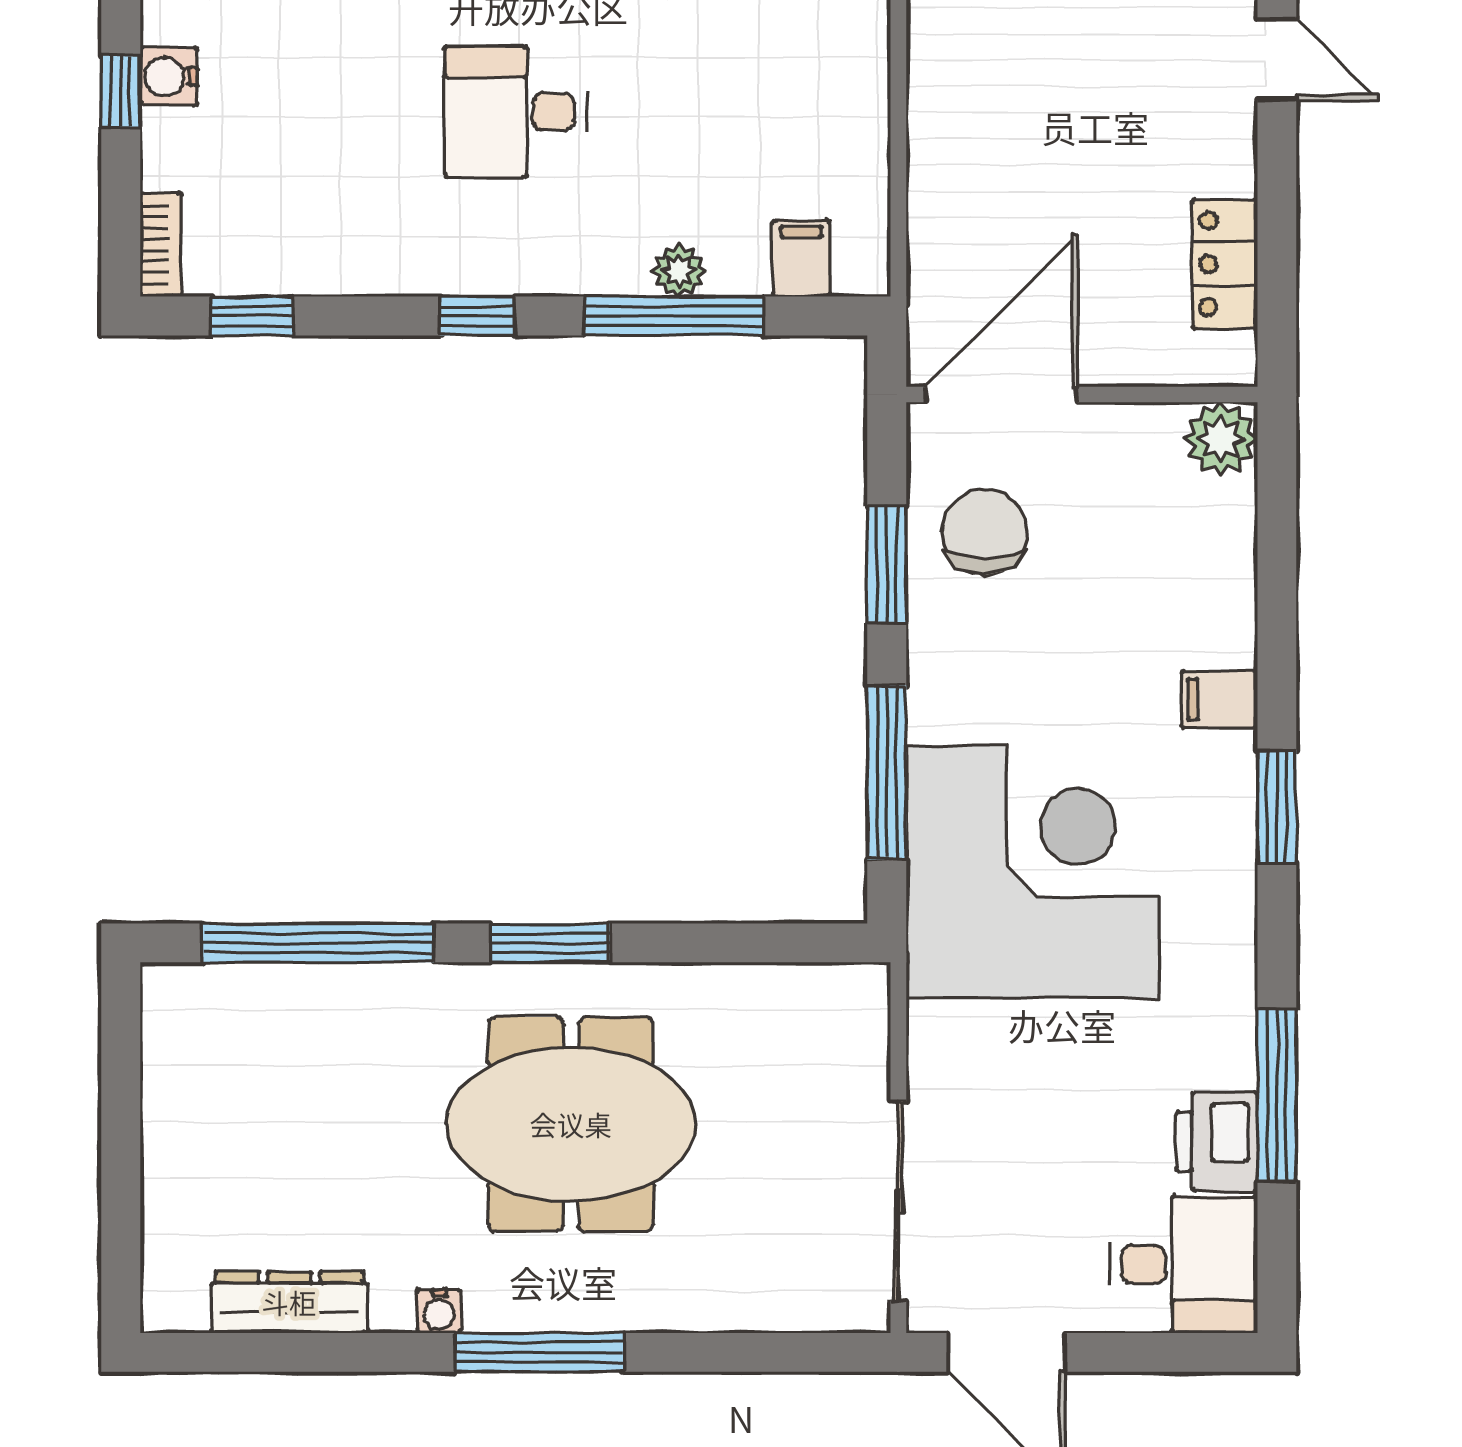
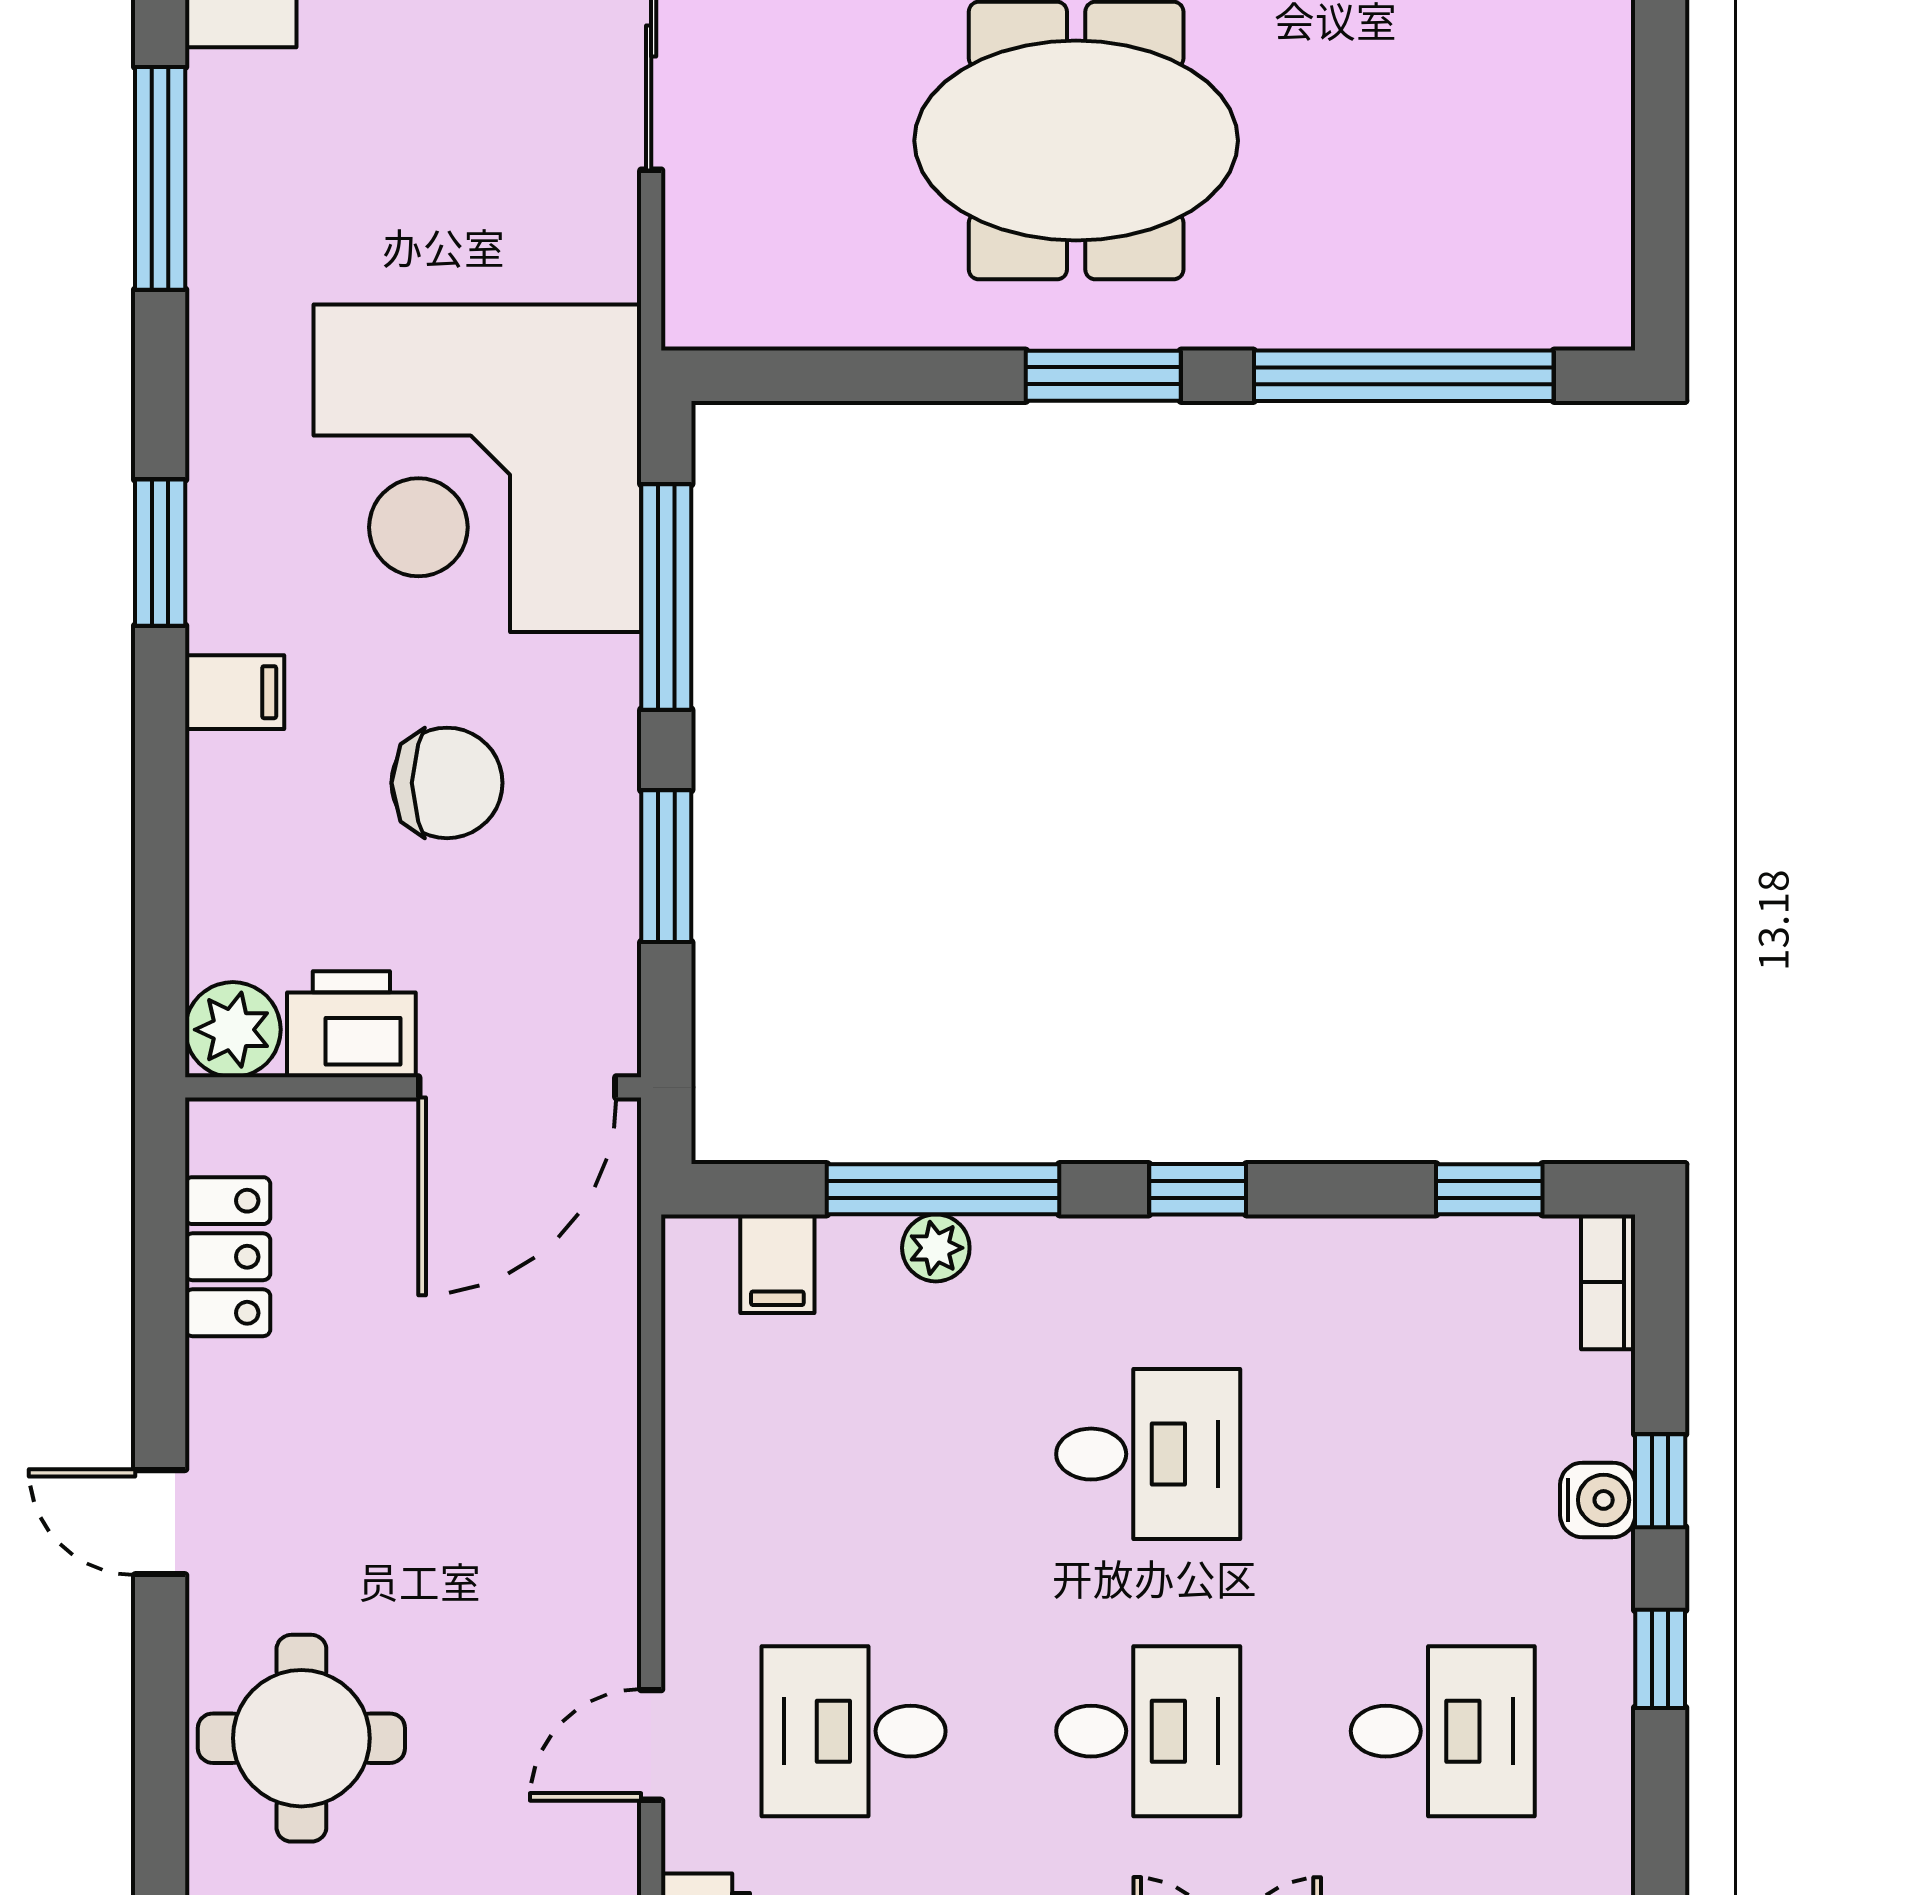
chair: (985, 532) -> (447, 783), moved, turned -90
printer: (1217, 1141) -> (351, 1024), moved, turned -90

